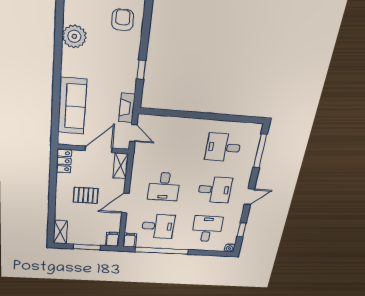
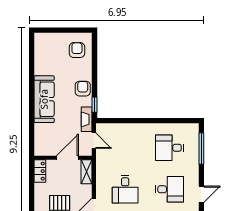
plant: (74, 36) -> (43, 66), removed
window: (141, 70) -> (95, 105), moved
armchair: (126, 71) -> (83, 89), added
sofa: (72, 106) -> (44, 99), moved

